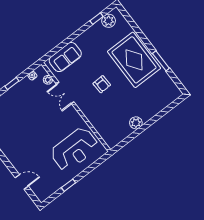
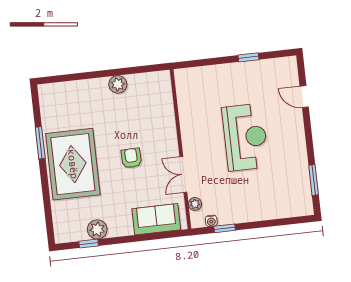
plant: (109, 21) -> (97, 229), moved
window: (12, 84) -> (225, 228), moved
double door: (65, 93) -> (183, 175), swing flipped
reception desk: (74, 149) -> (245, 137), moved, turned 90

